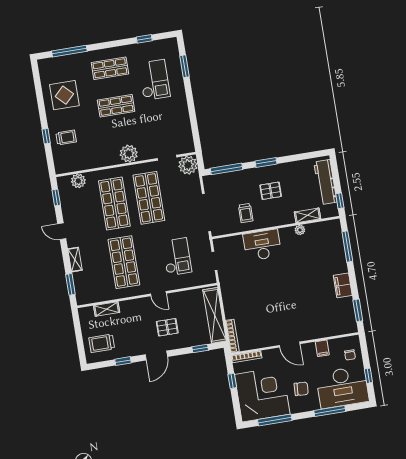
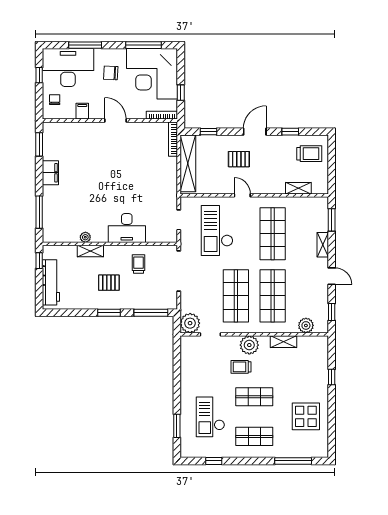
trolley: (66, 137) -> (241, 367), moved
shelving: (97, 162) -> (283, 342), added
shelving: (307, 215) -> (90, 251), moved
checkout: (177, 257) -> (217, 230), width x1.36, depth x1.21

